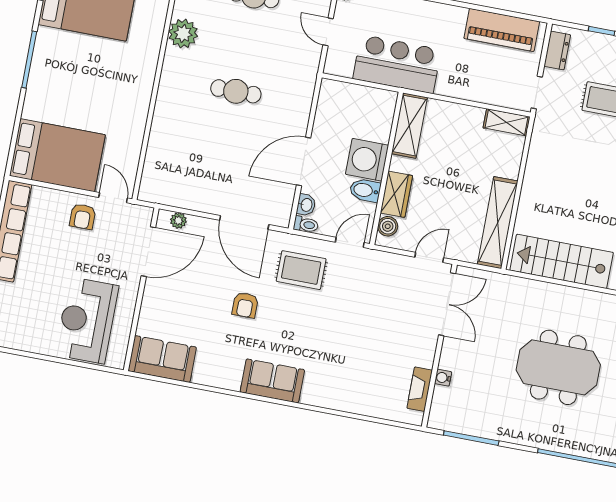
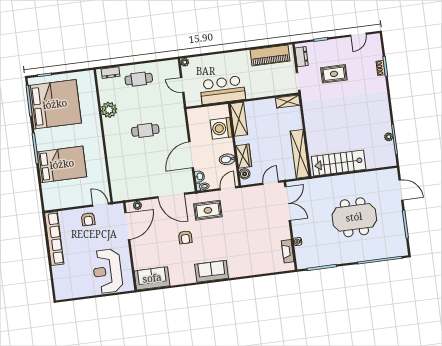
bed: (57, 155) -> (62, 164), moved
washing machine: (367, 160) -> (221, 128), moved

